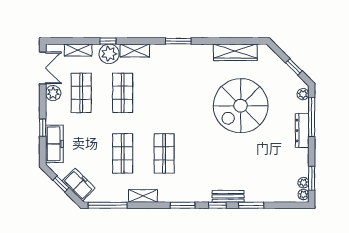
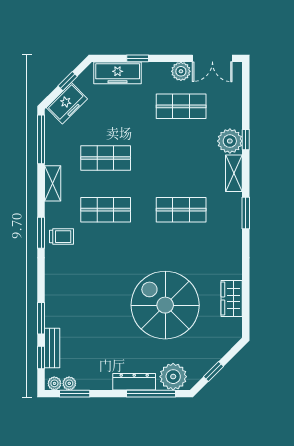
window: (178, 41) -> (246, 213), moved
shelving: (78, 50) -> (235, 102), removed
wardrobe: (235, 52) -> (232, 298), width x0.67
shop shelf: (123, 93) -> (181, 210), moved
plant: (303, 94) -> (173, 377), width x1.88, depth x1.88
trolley: (186, 189) -> (61, 237), added
bench: (228, 196) -> (52, 348), moved
window: (217, 205) -> (41, 358), moved

